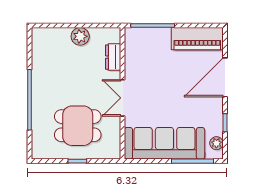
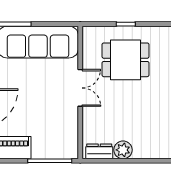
dresser: (113, 57) -> (99, 151), moved, turned -90

